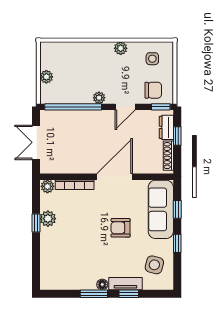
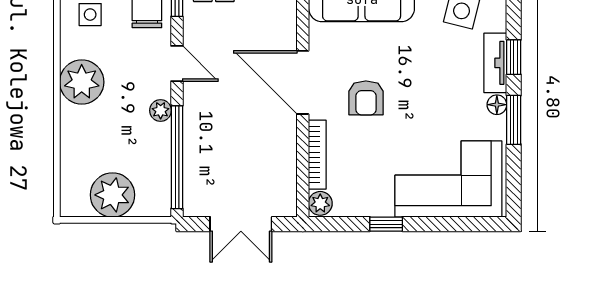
plant: (121, 48) -> (82, 82), width x1.87, depth x1.87
plant: (46, 77) -> (112, 195), width x1.88, depth x1.88
plant: (48, 219) -> (378, 203), removed
armchair: (121, 228) -> (366, 98), moved
corner sofa: (61, 258) -> (448, 179), added

